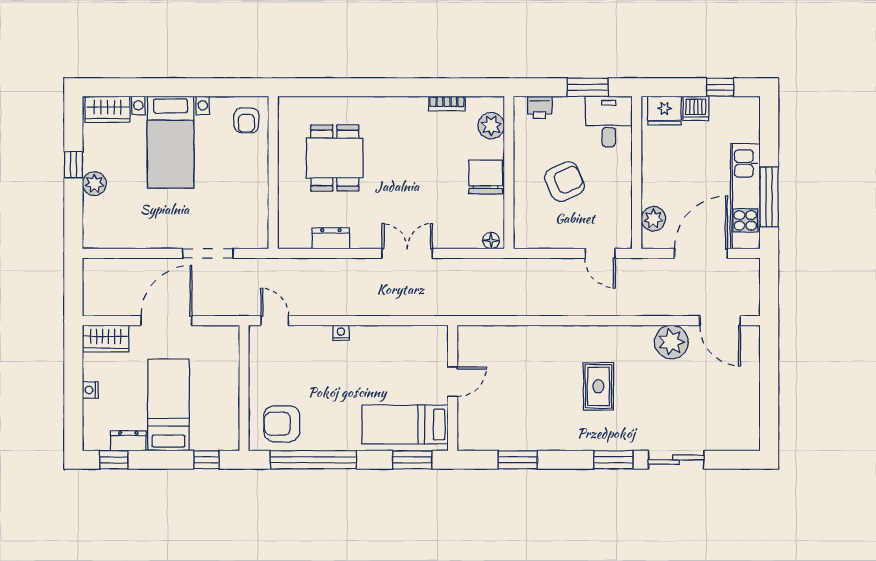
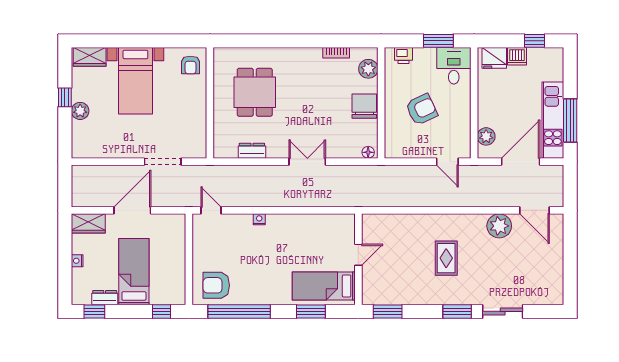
door: (453, 382) -> (358, 255), moved
wall: (453, 388) -> (358, 259), moved
bed: (405, 425) -> (324, 286), moved

